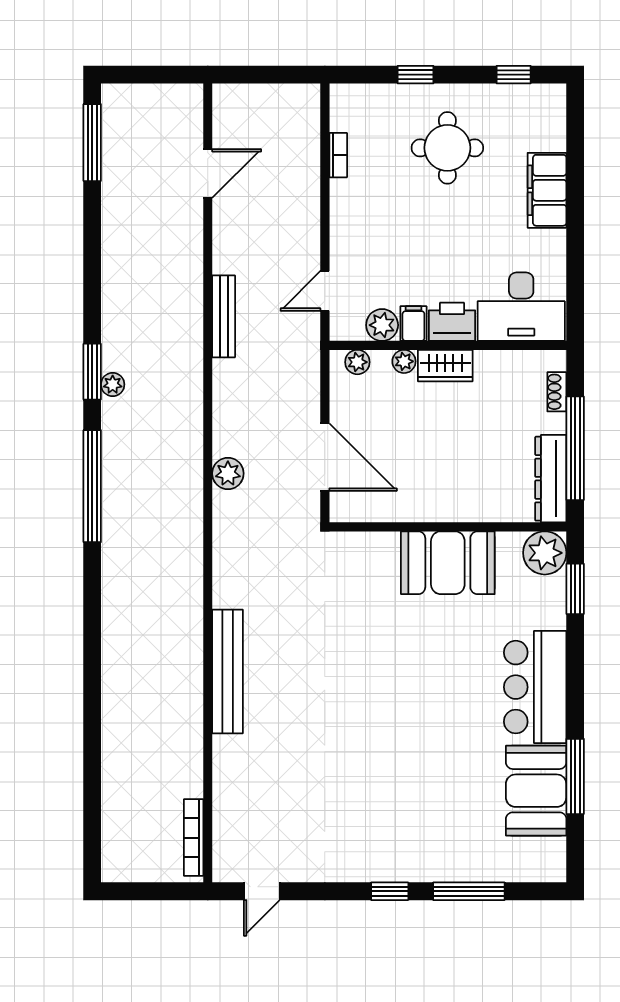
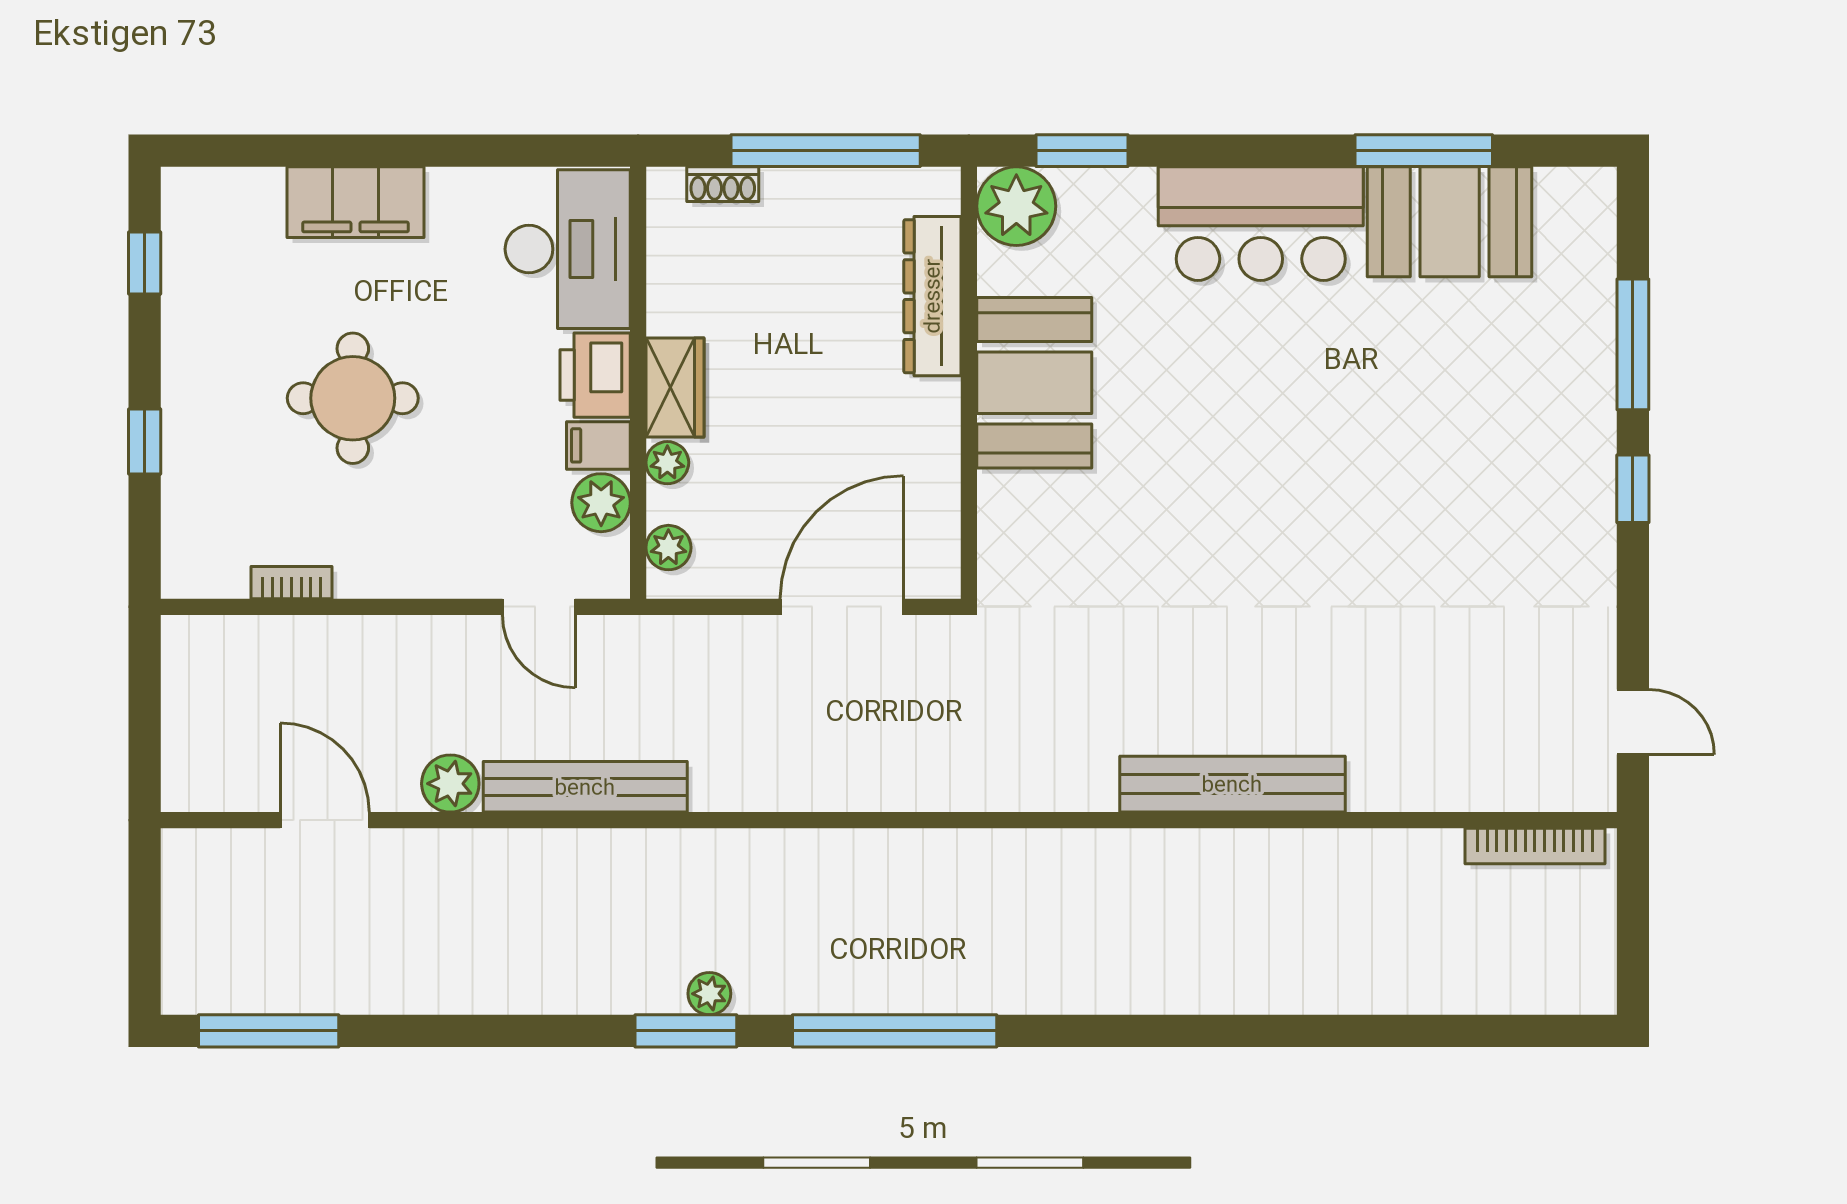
round table: (447, 148) -> (353, 398), moved
bench: (224, 316) -> (585, 787), width x1.37, depth x1.21
plant: (228, 473) -> (450, 784), moved
dresser: (551, 479) -> (932, 296), moved, turned 90

